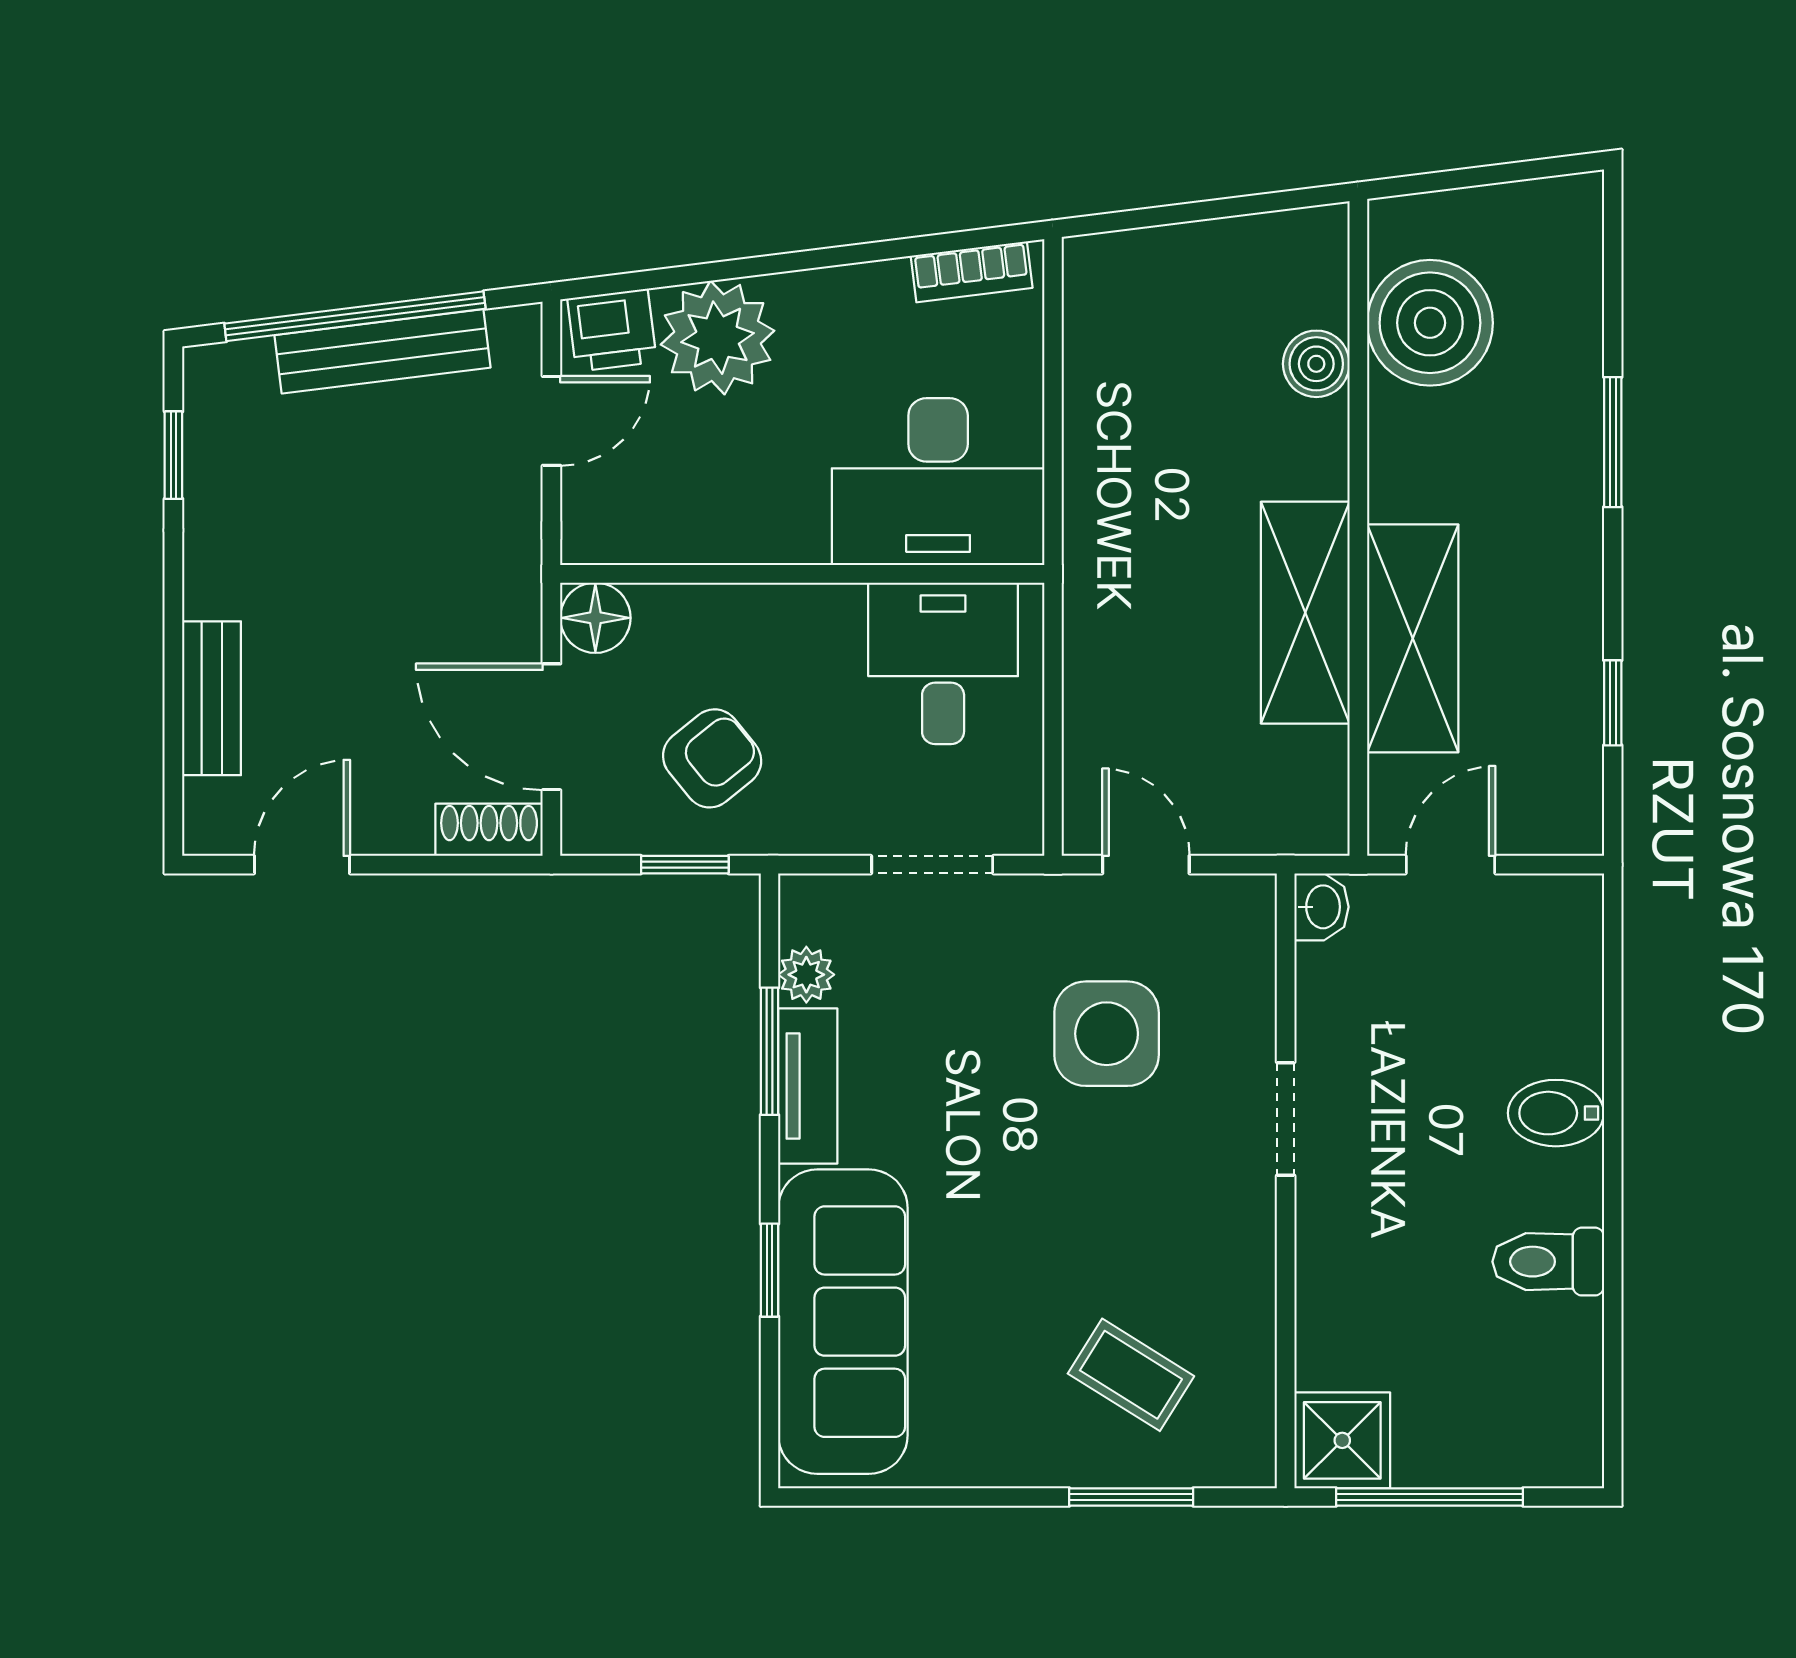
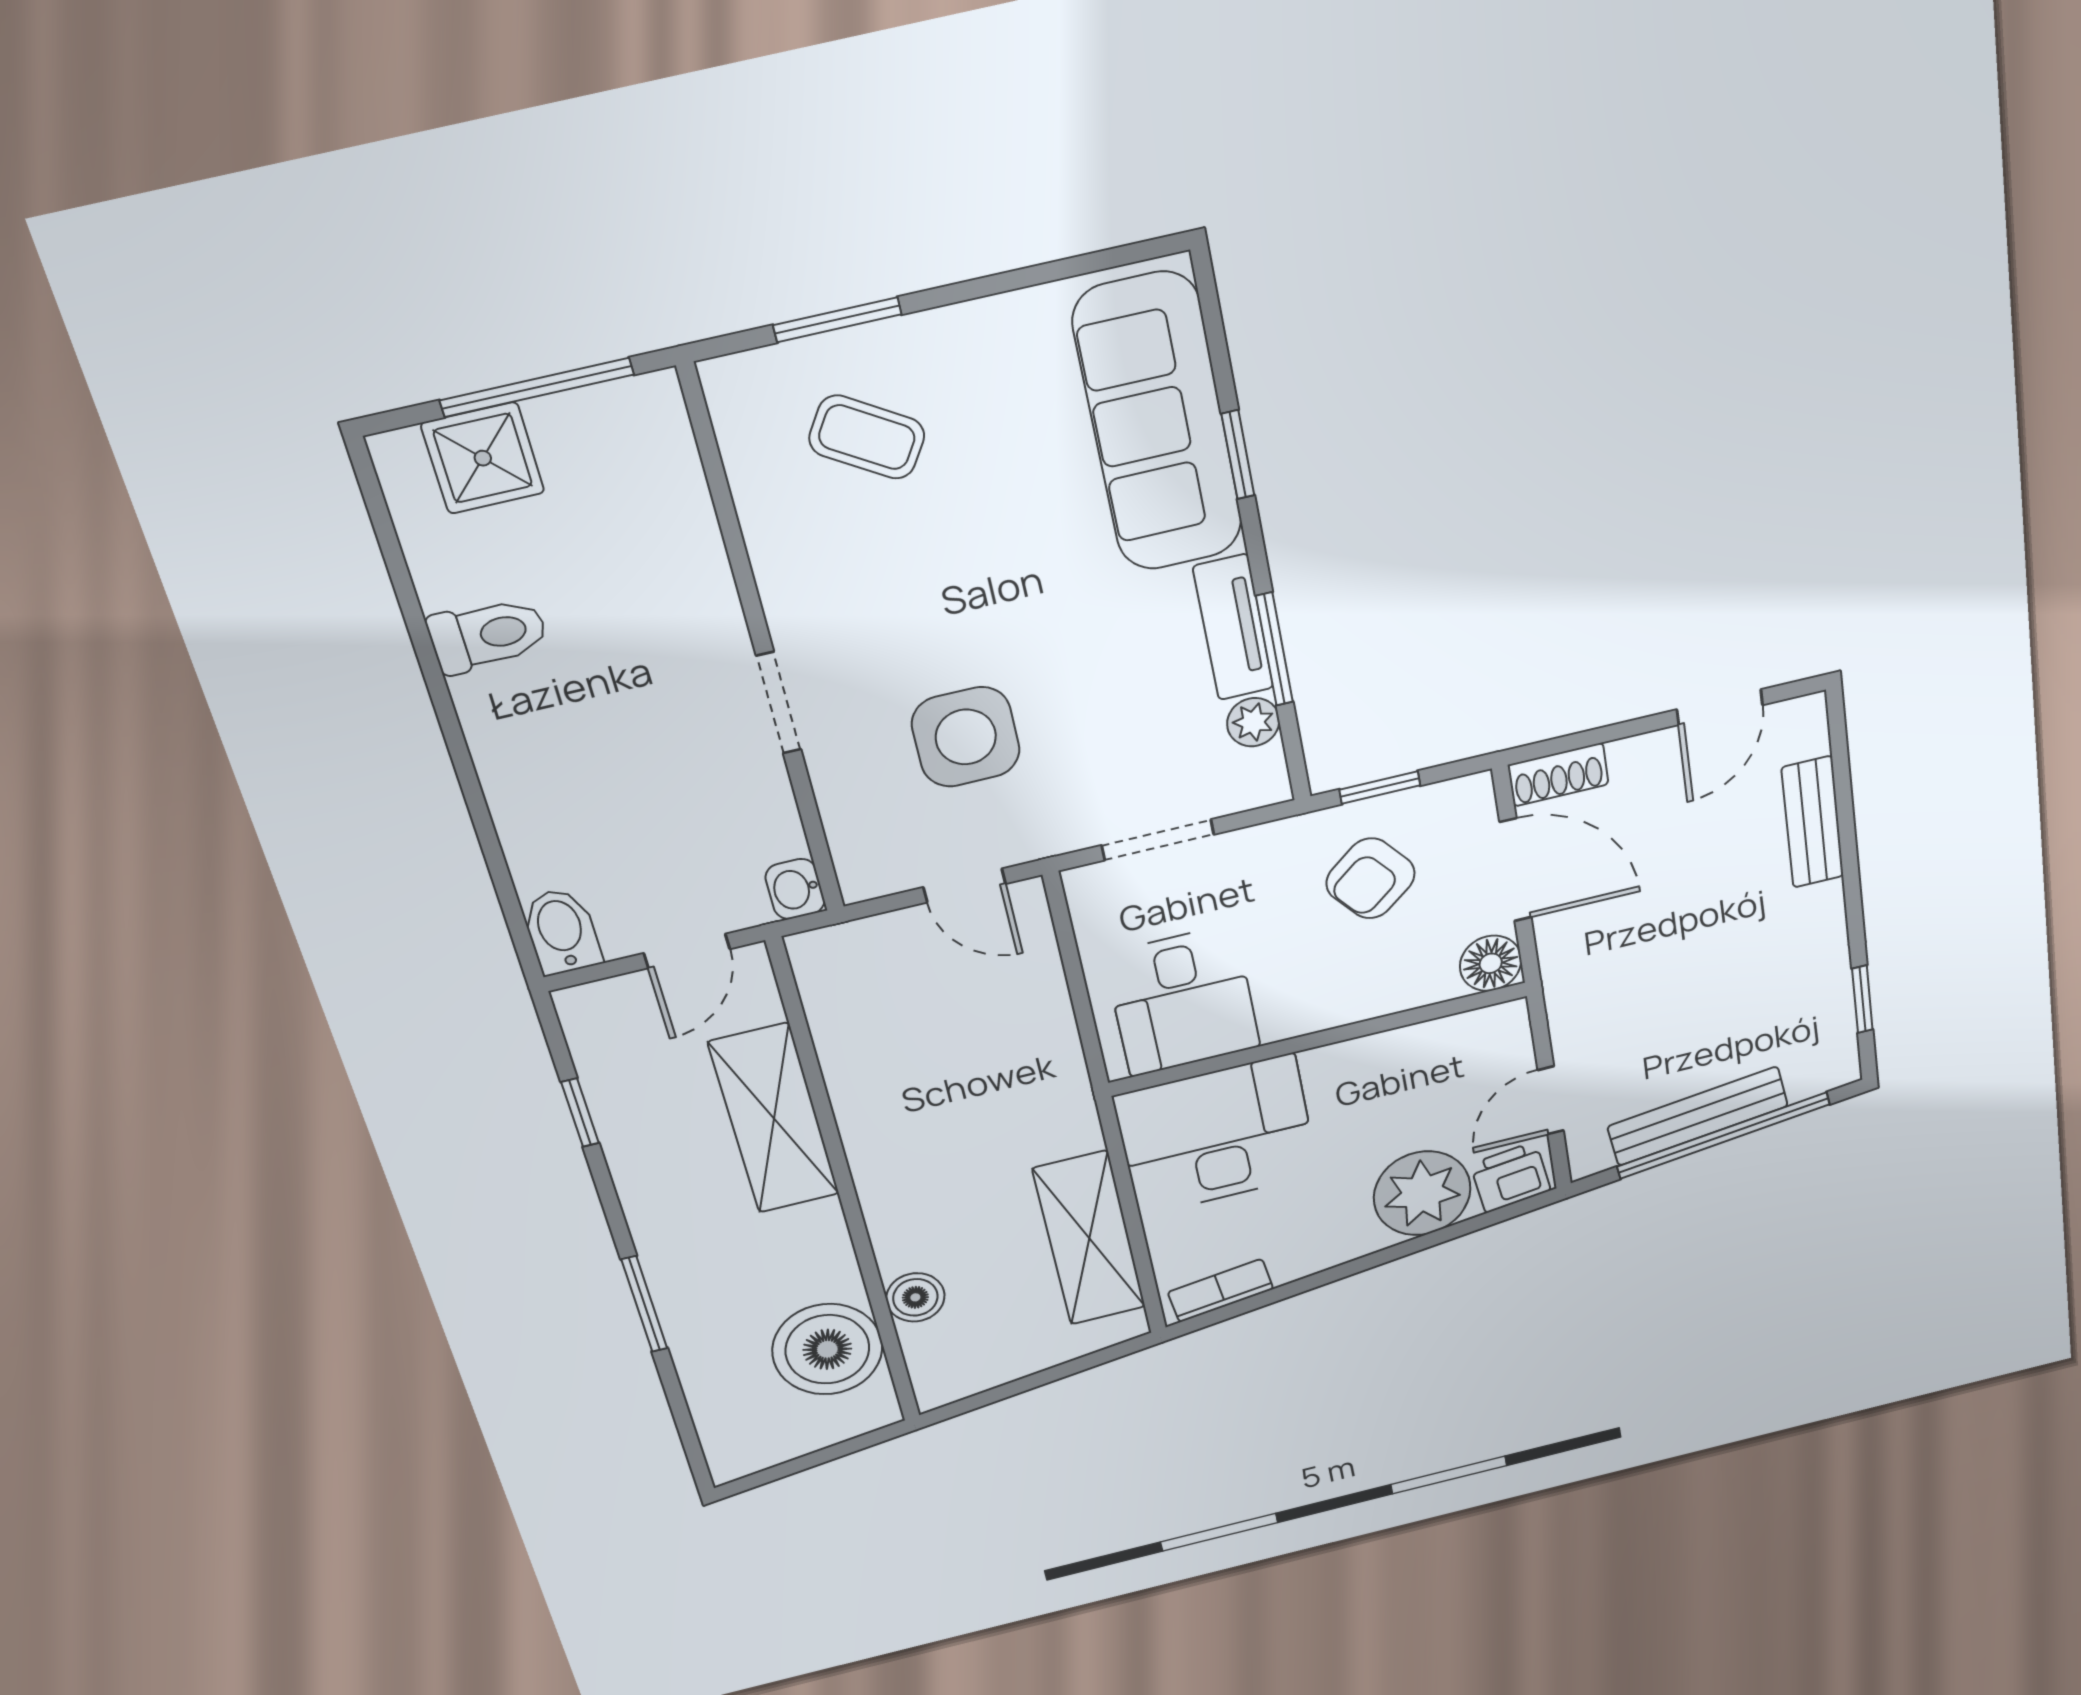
shelving: (1305, 613) -> (1089, 1238), moved
bidet: (1556, 1113) -> (561, 931), moved, turned -90
shower: (1342, 1440) -> (483, 458), moved

